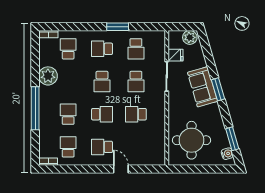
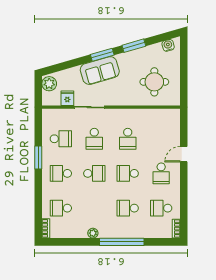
school desk: (102, 49) -> (61, 173), turned 90
plant: (48, 76) -> (93, 233), width x0.53, depth x0.53
school desk: (136, 82) -> (94, 139), turned 90
school desk: (102, 114) -> (128, 173), turned -90
window: (232, 139) -> (134, 46), moved
round table: (192, 140) -> (154, 82), width x0.73, depth x0.73

